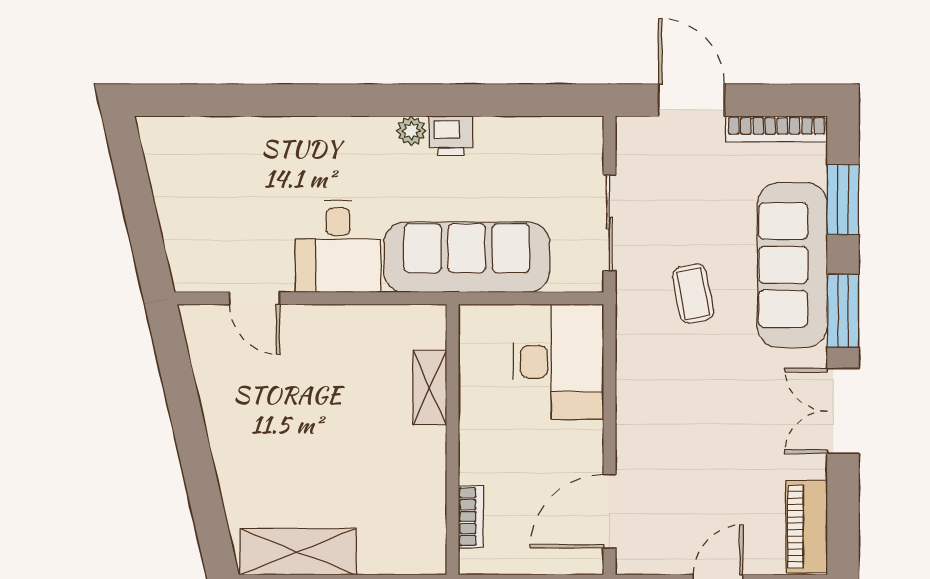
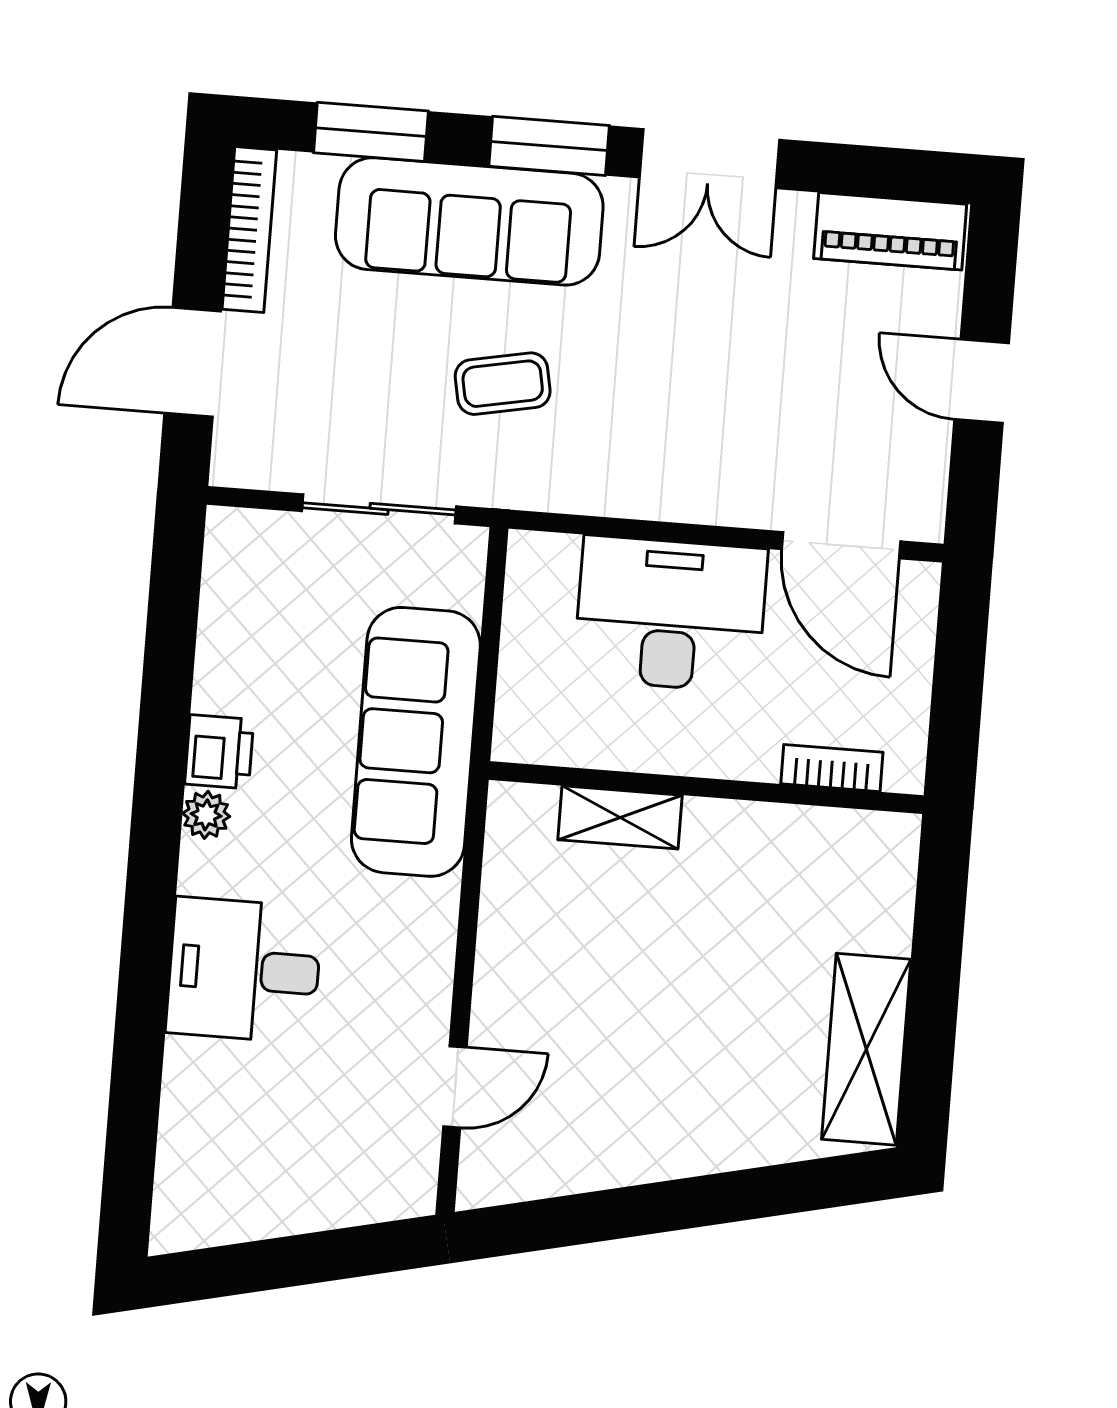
desk: (338, 246) -> (244, 970), moved, turned 180
desk: (558, 362) -> (671, 614), moved

